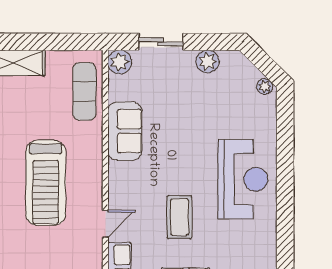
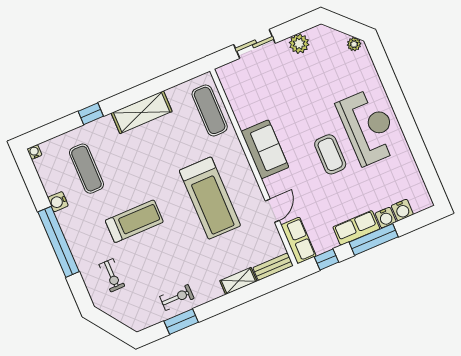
plant: (120, 62) -> (228, 74), removed
sofa: (125, 131) -> (265, 149), moved
coffee table: (179, 217) -> (330, 154), moved

